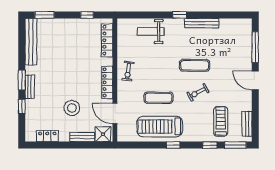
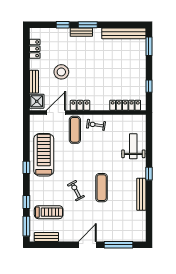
locker: (107, 82) -> (80, 105), width x0.66
exercise mat: (158, 98) -> (75, 130), moved

